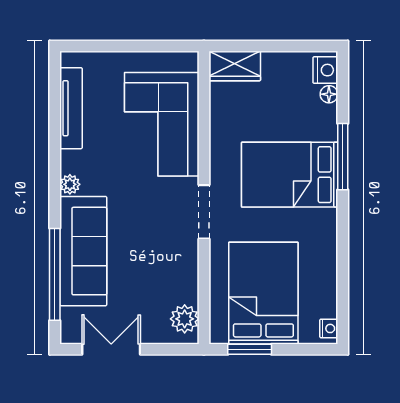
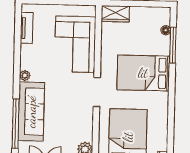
nightstand: (325, 70) -> (164, 17), removed
tv unit: (71, 108) -> (27, 28), width x0.71
window: (343, 157) -> (173, 45), moved

